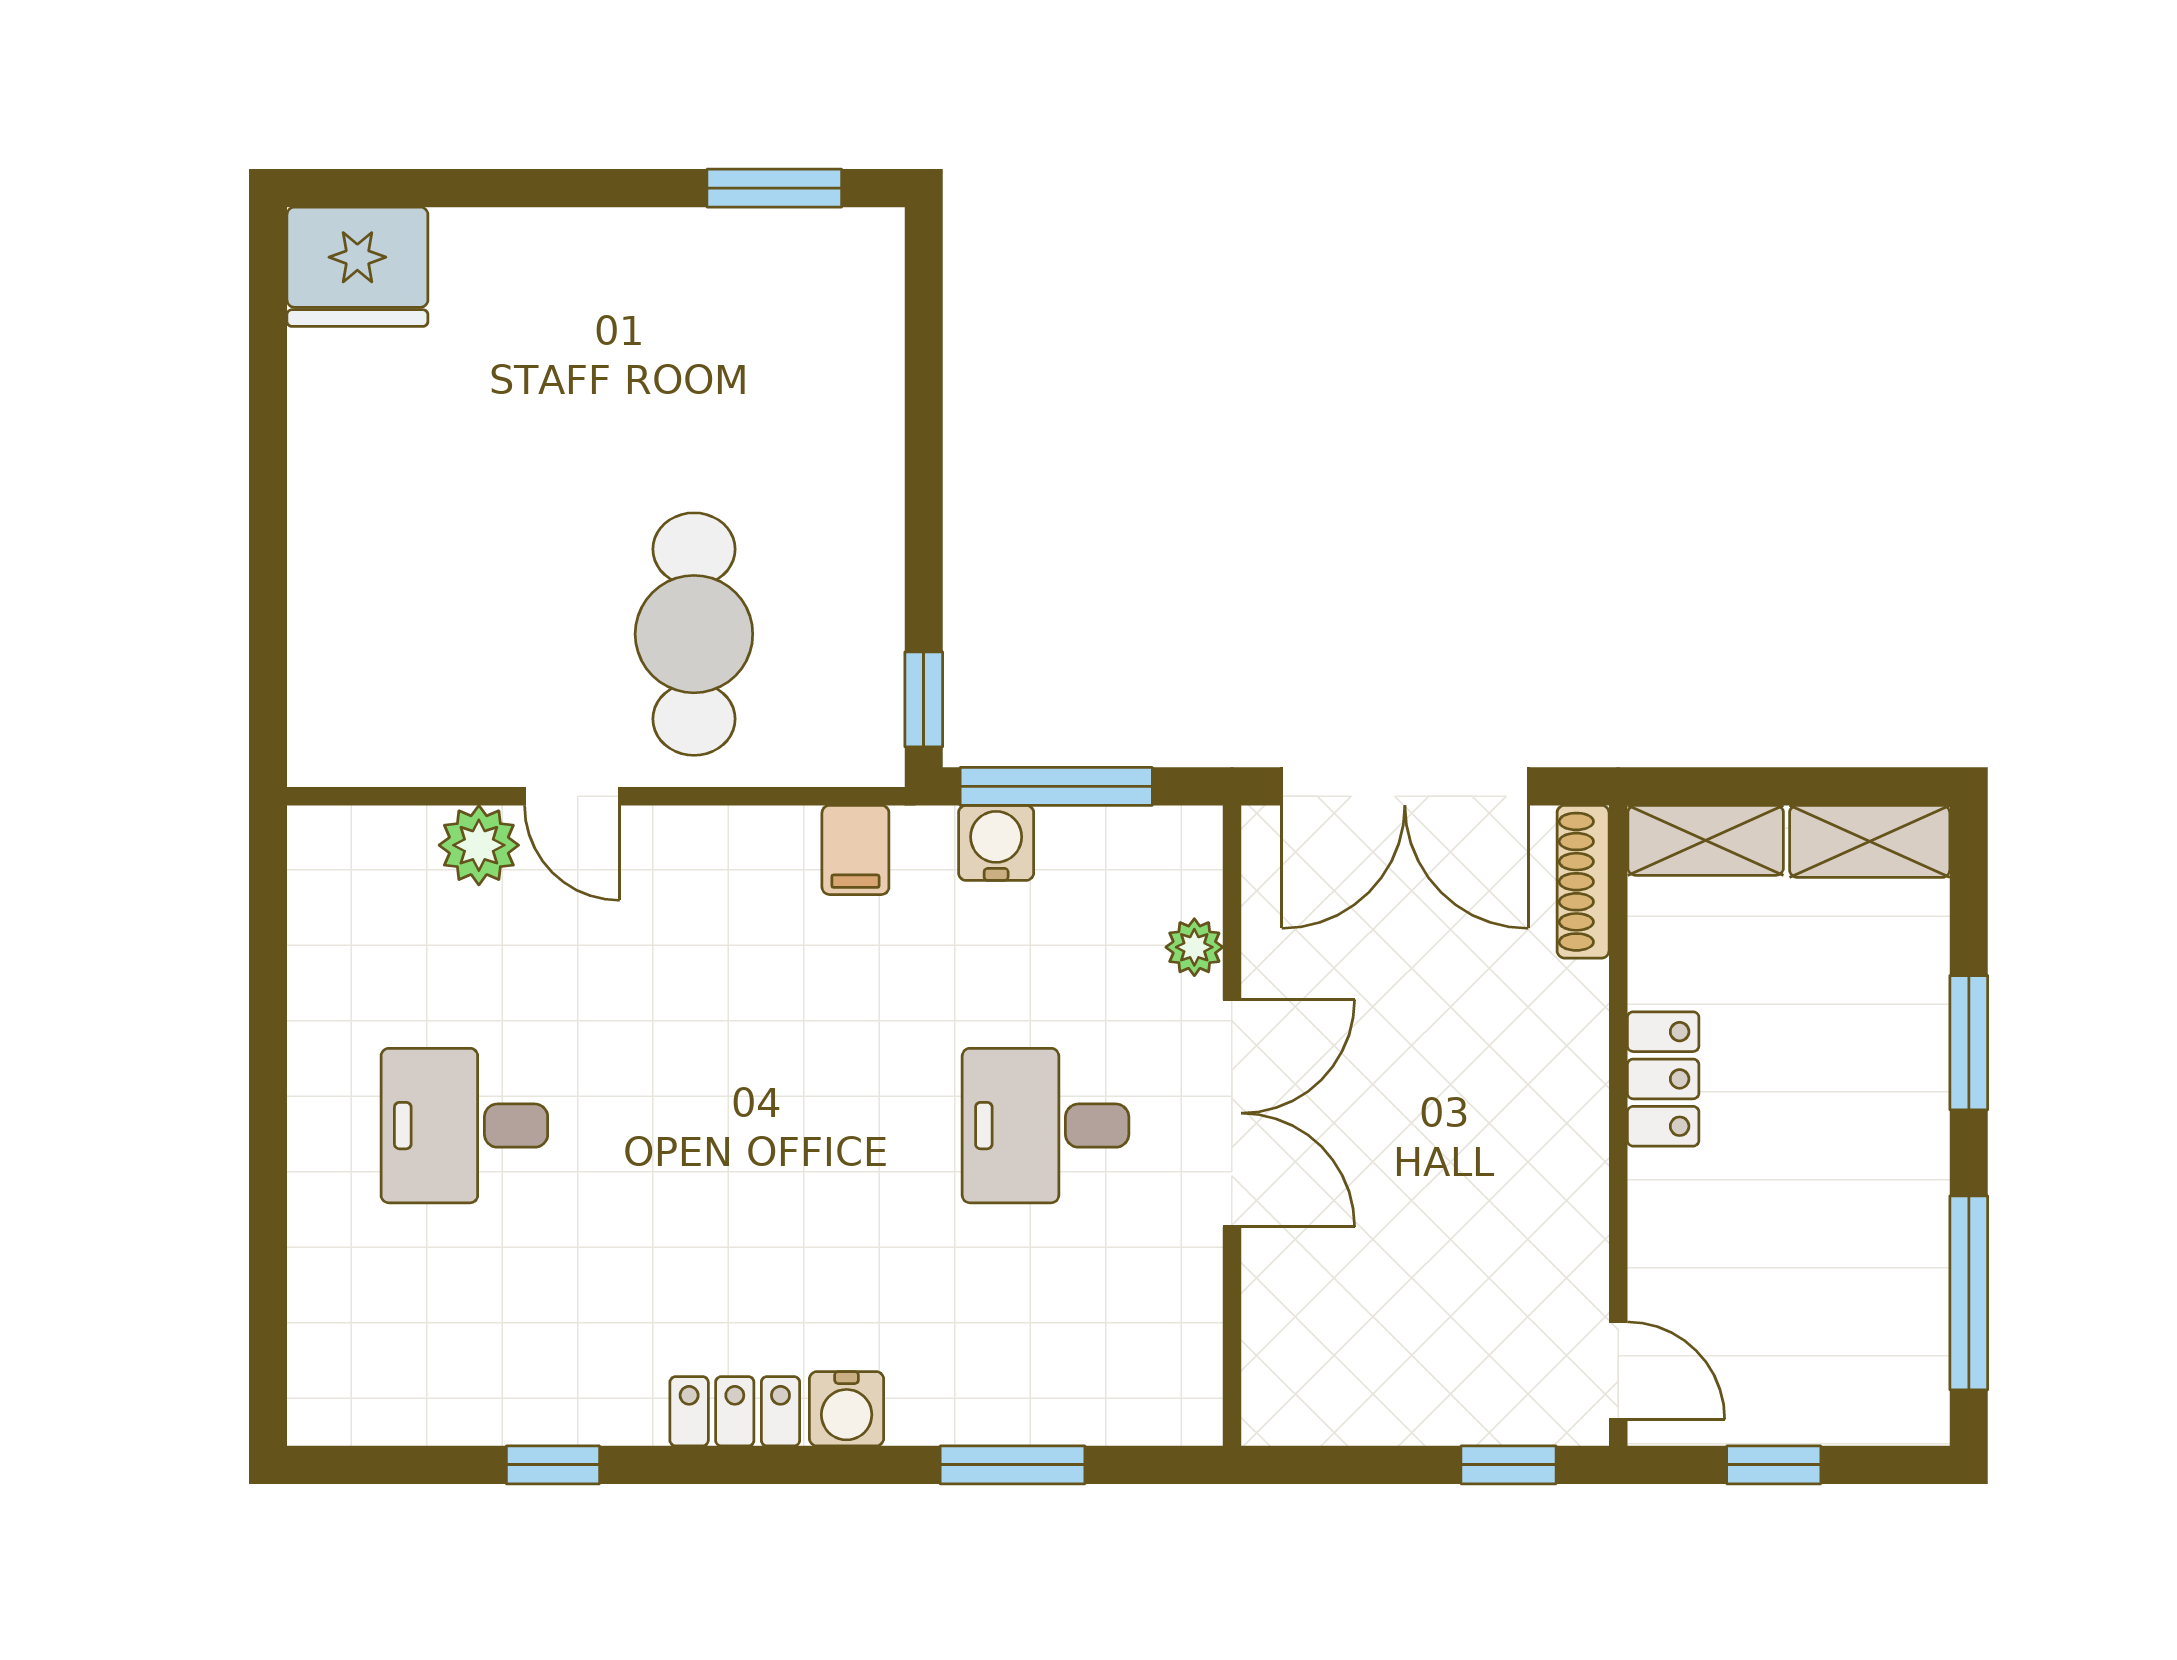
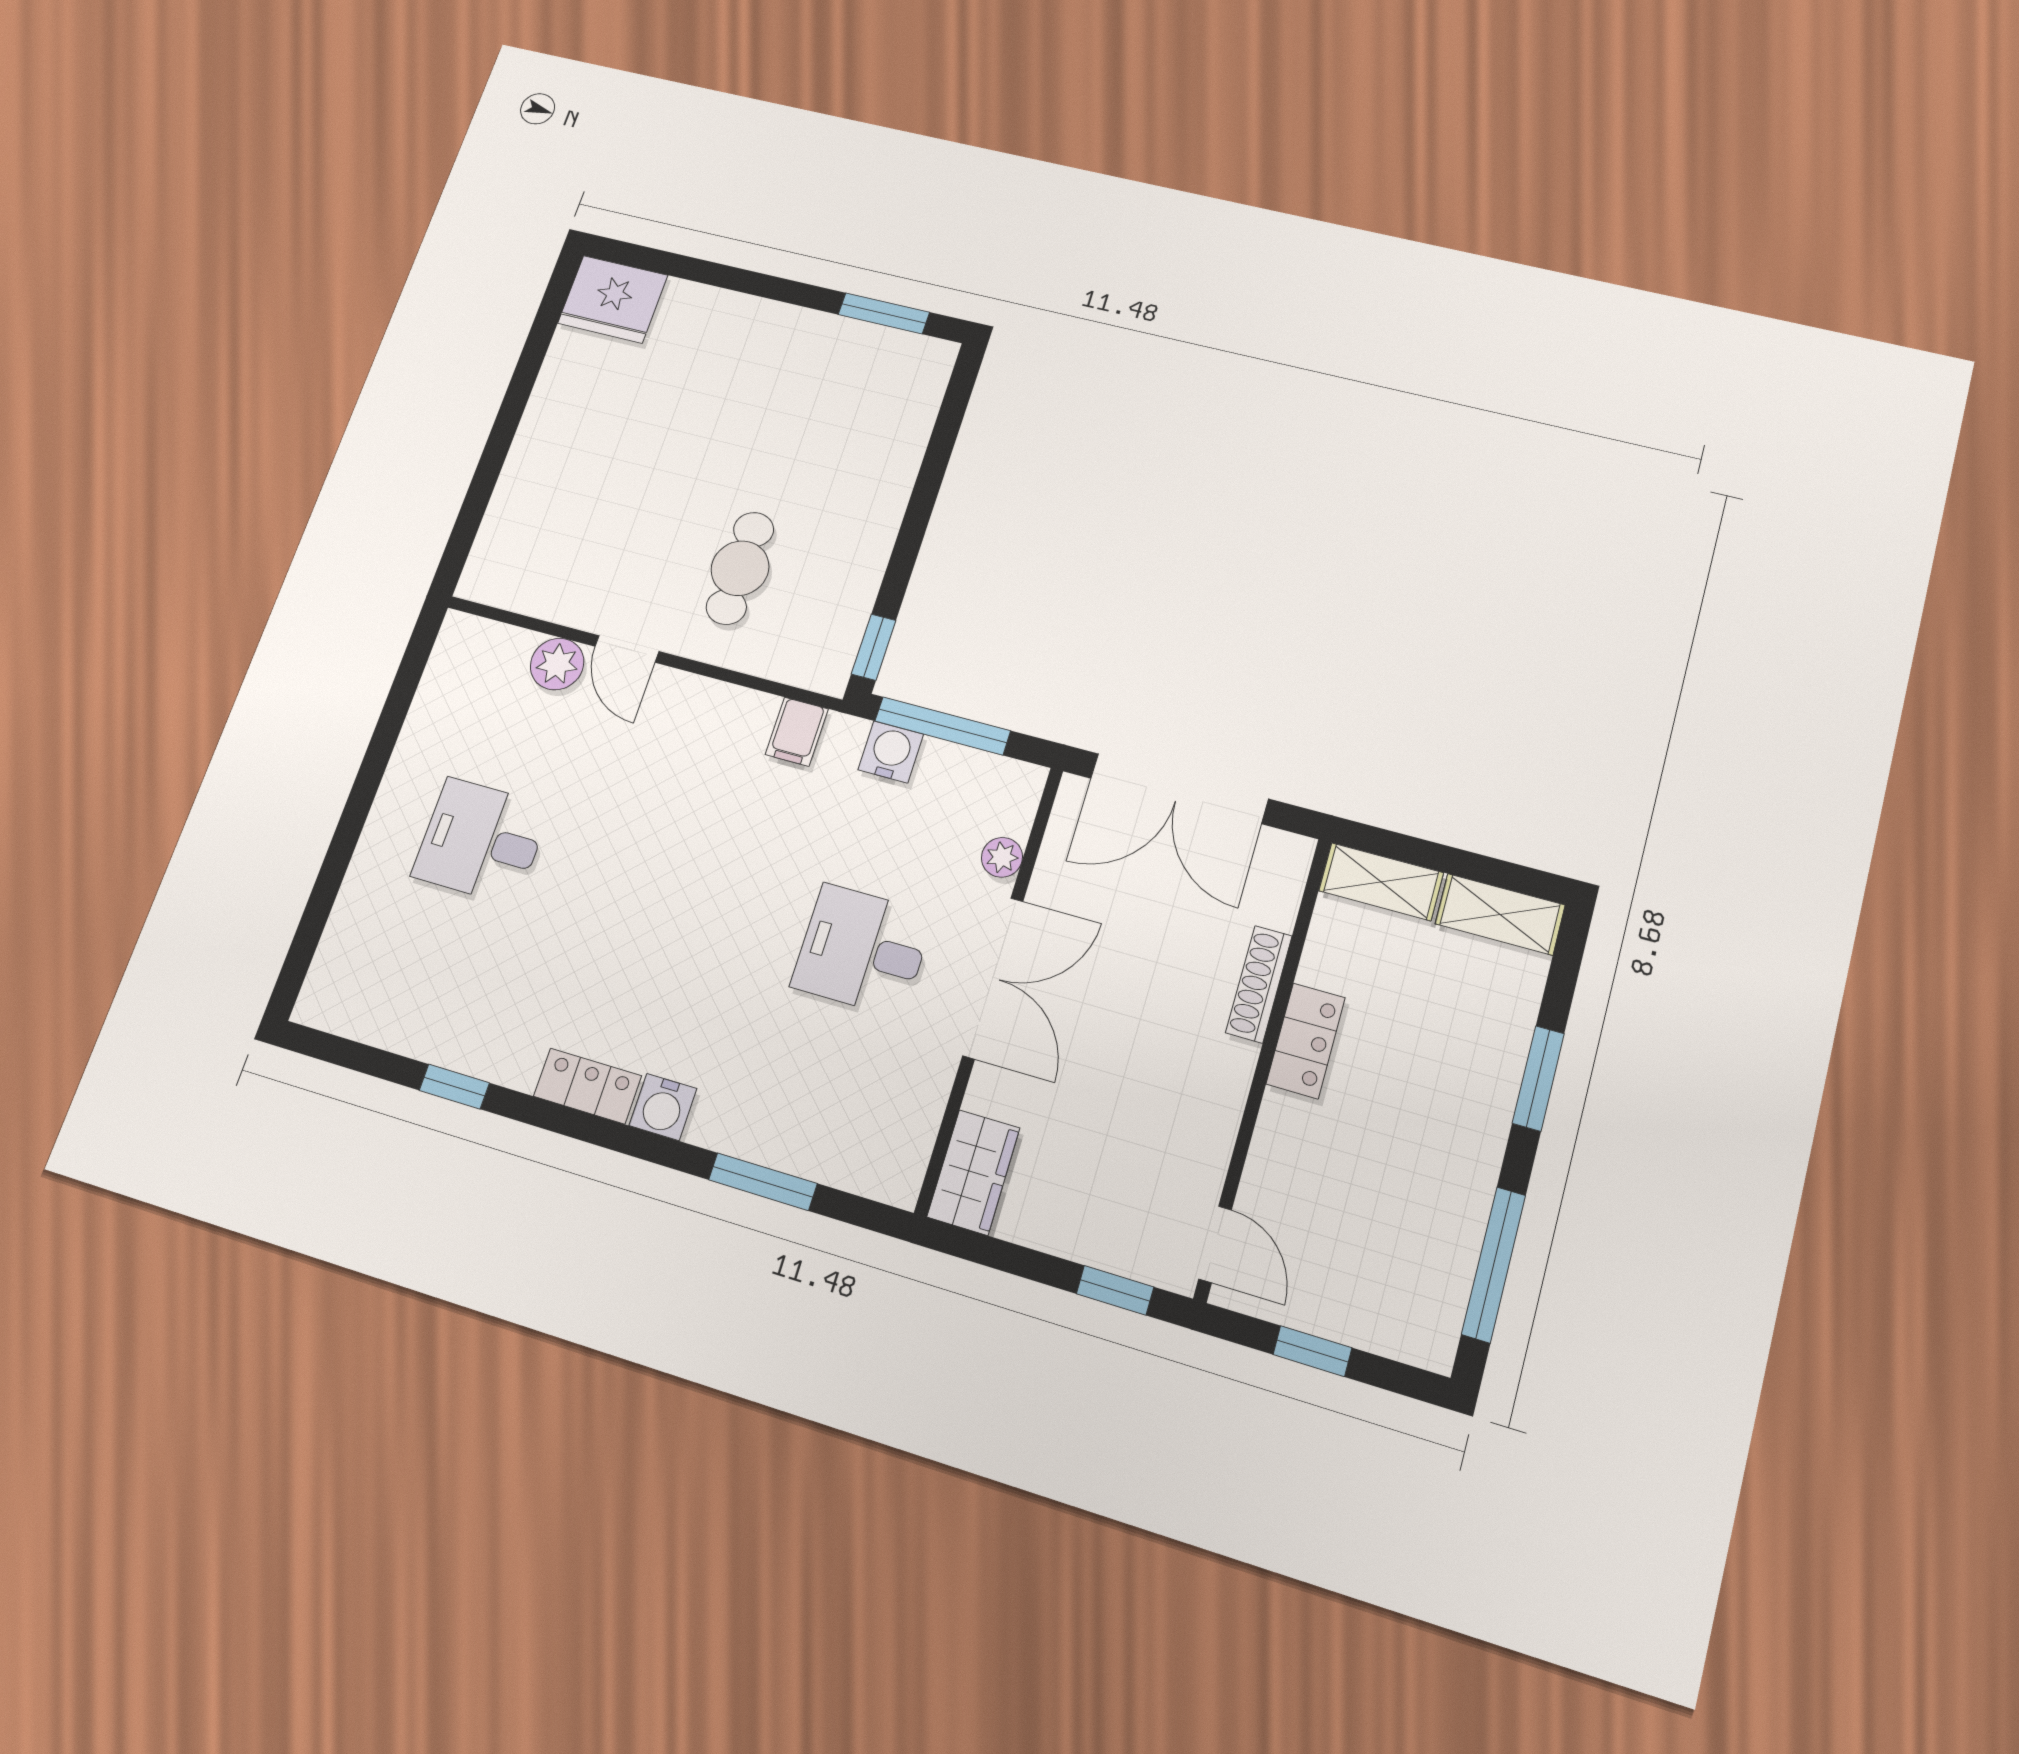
cafe table: (694, 634) -> (740, 568), width x0.73, depth x0.74
shoe rack: (1583, 882) -> (1259, 984), moved
wardrobe: (1284, 1372) -> (974, 1172), added

